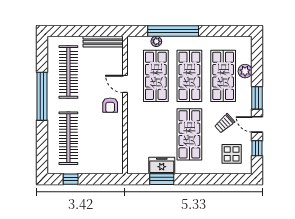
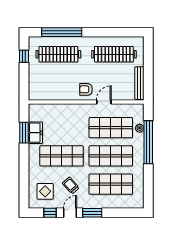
plant: (245, 71) -> (115, 203), removed
window: (42, 96) -> (62, 32), moved

